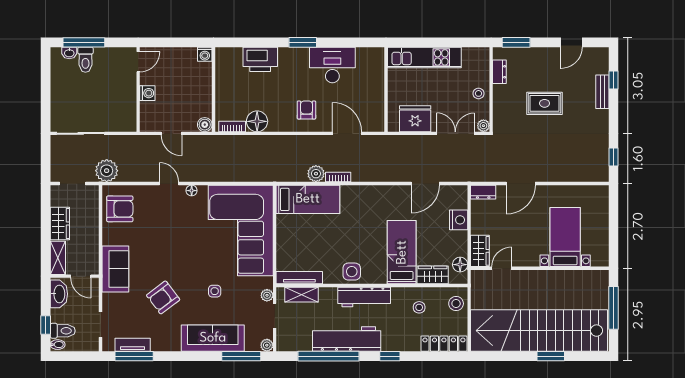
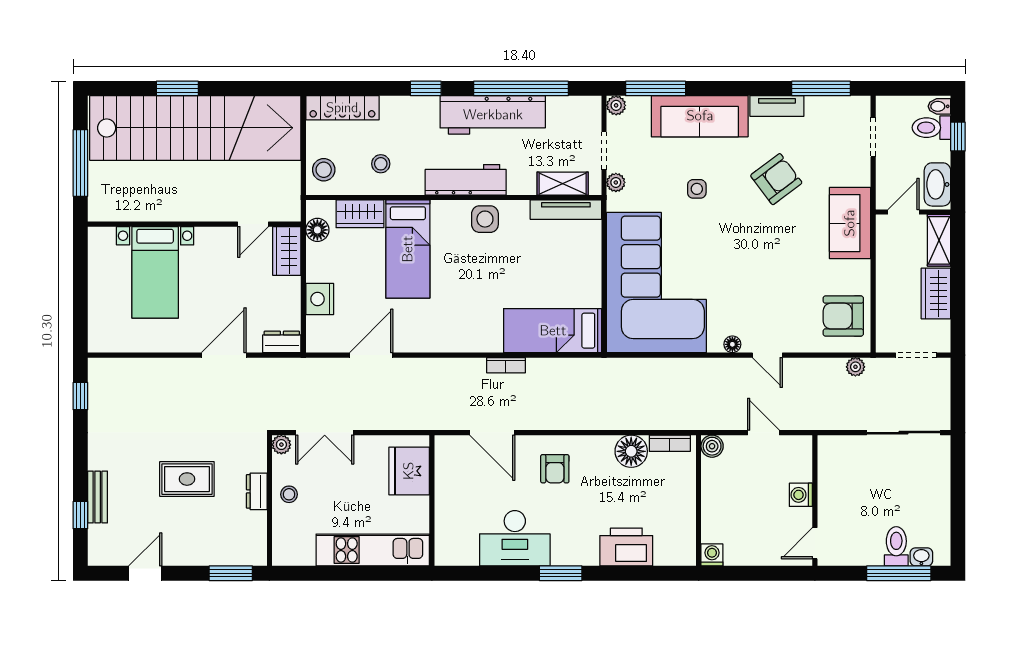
dresser: (499, 72) -> (257, 491), moved
fridge: (415, 119) -> (409, 471), moved, turned 90
plant: (107, 171) -> (855, 367), width x0.53, depth x0.53
plant: (316, 174) -> (540, 370), removed
door: (81, 276) -> (904, 212), hinge flipped
tv unit: (133, 345) -> (777, 106), moved

